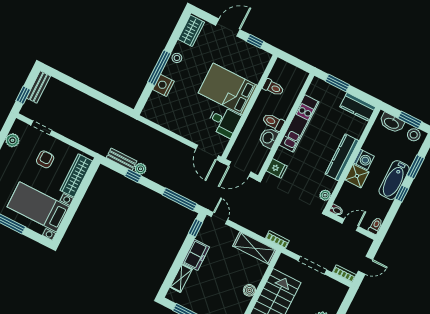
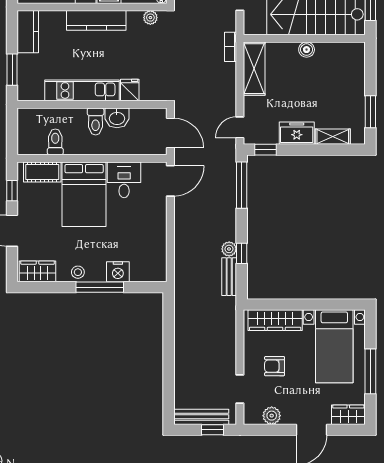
cot: (257, 68) -> (42, 172), added
bench: (38, 87) -> (201, 417), width x1.36
fridge: (277, 168) -> (130, 90), moved

